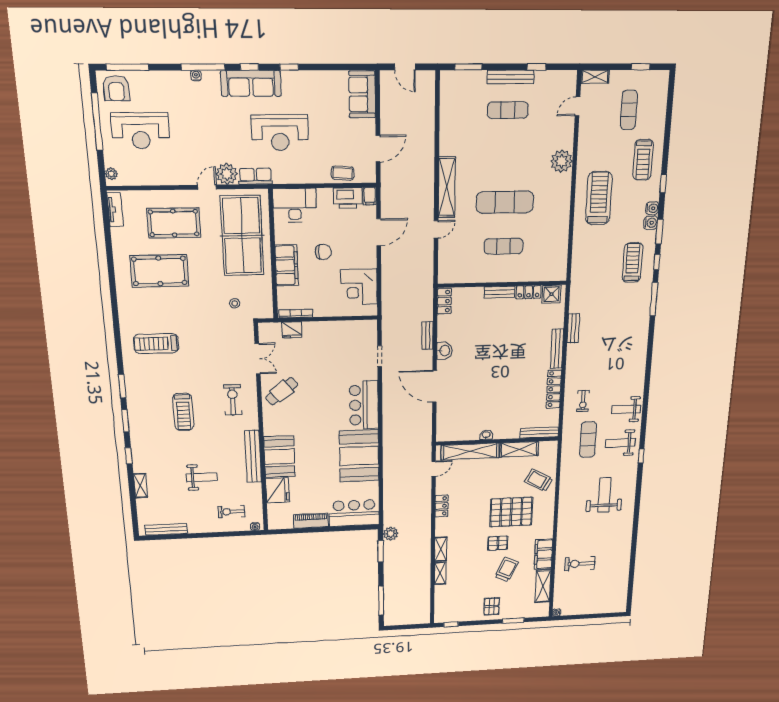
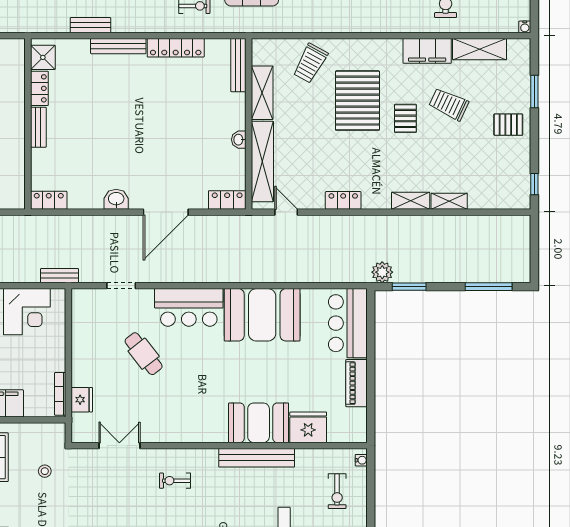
bench: (427, 335) -> (60, 276), moved
cafe table: (282, 391) -> (144, 354), moved
exercise bike: (233, 400) -> (175, 481), width x0.73, depth x0.72
locker: (443, 429) -> (227, 200), added

